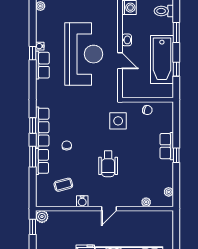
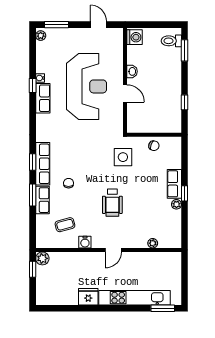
window: (176, 33) -> (185, 50), moved
bathtub: (162, 60) -> (169, 92), removed
plant: (169, 192) -> (176, 204), moved

